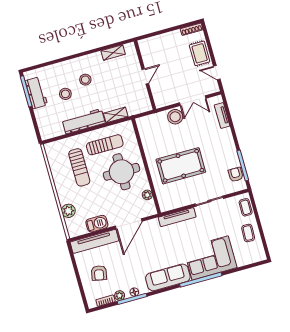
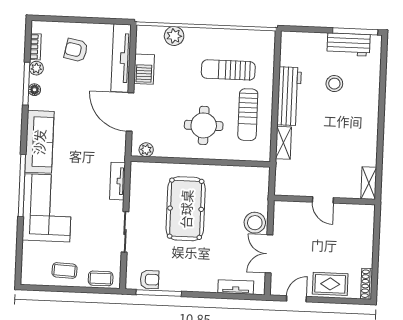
shelving: (113, 53) -> (369, 183), moved
stool: (85, 80) -> (345, 117), removed
round table: (121, 172) -> (204, 125), width x0.73, depth x0.73
plant: (147, 195) -> (146, 150), moved
tv unit: (177, 217) -> (117, 181), width x0.71

